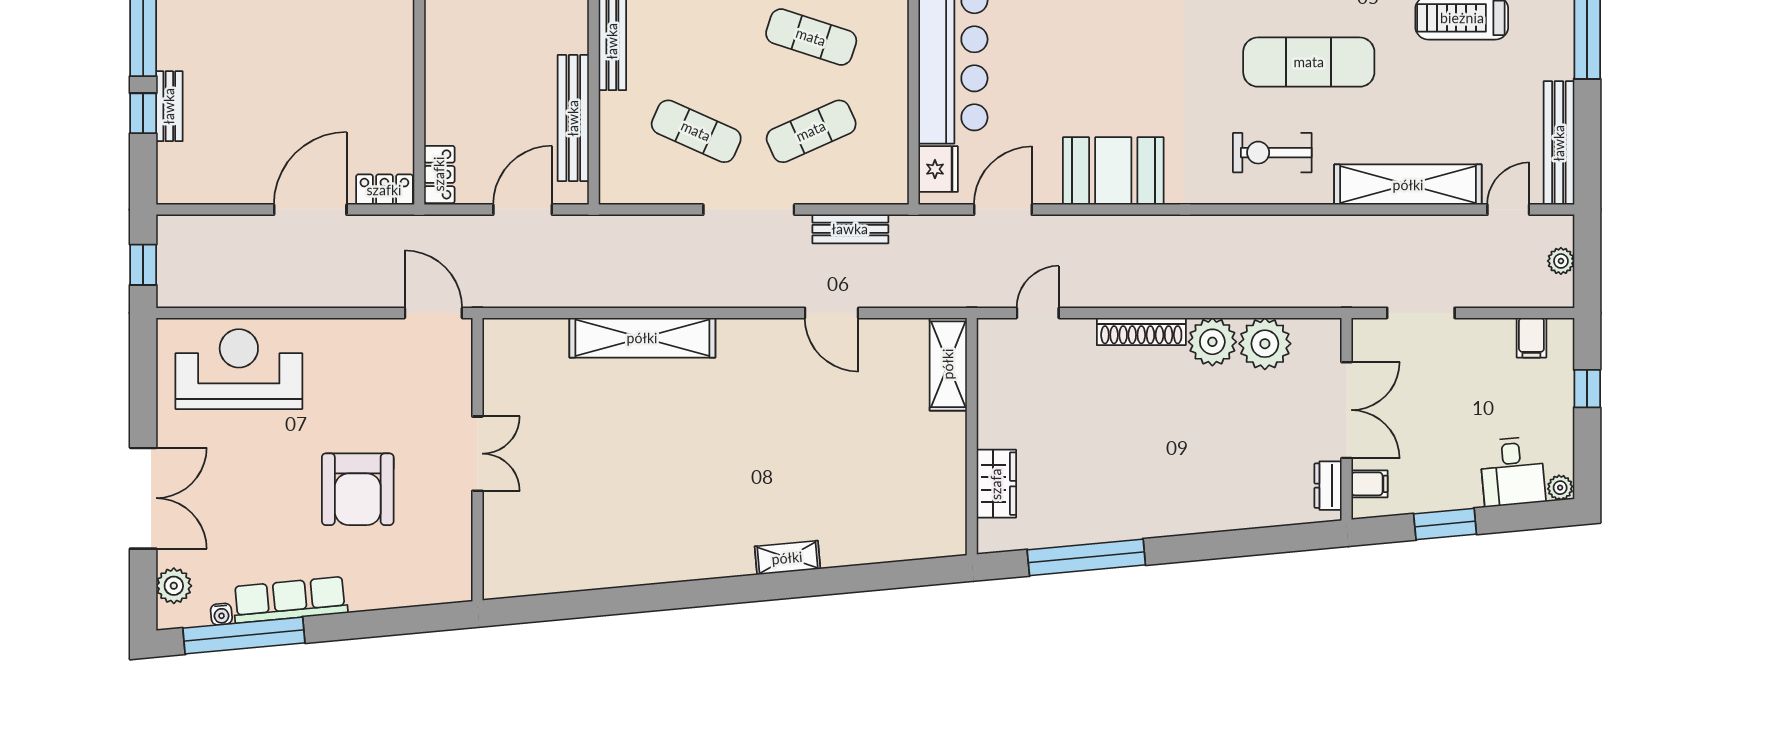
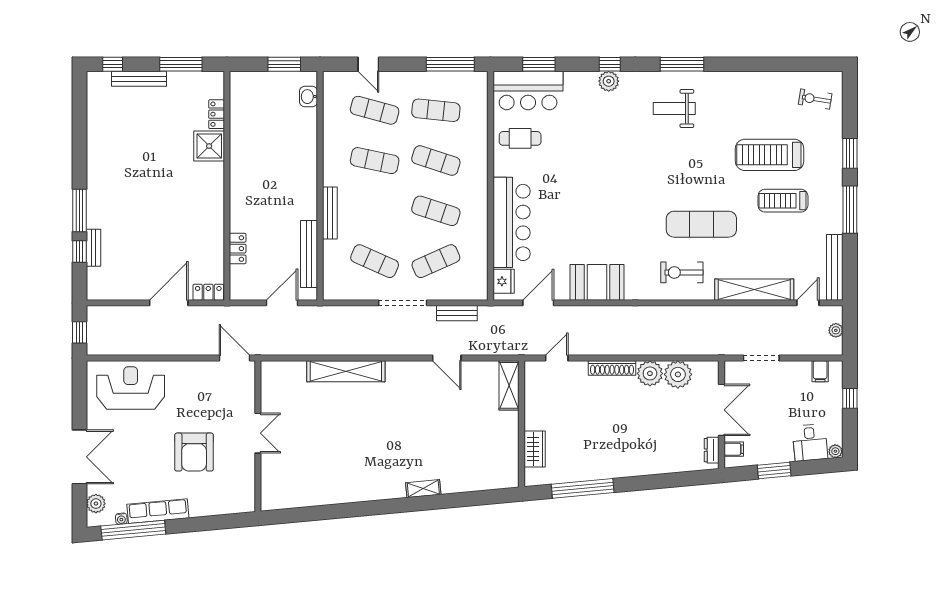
locker: (439, 174) -> (238, 249), moved

